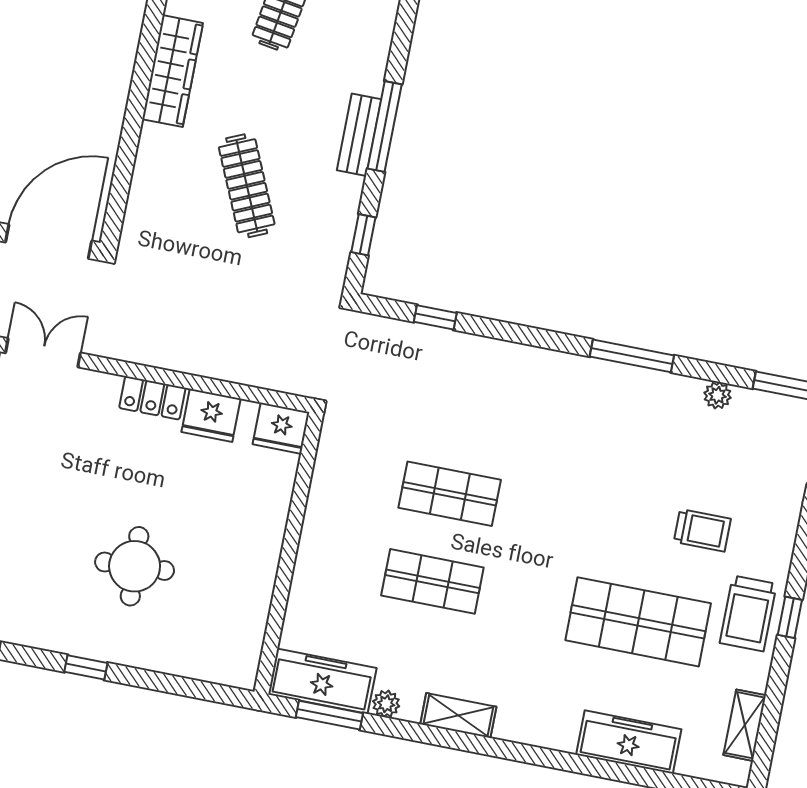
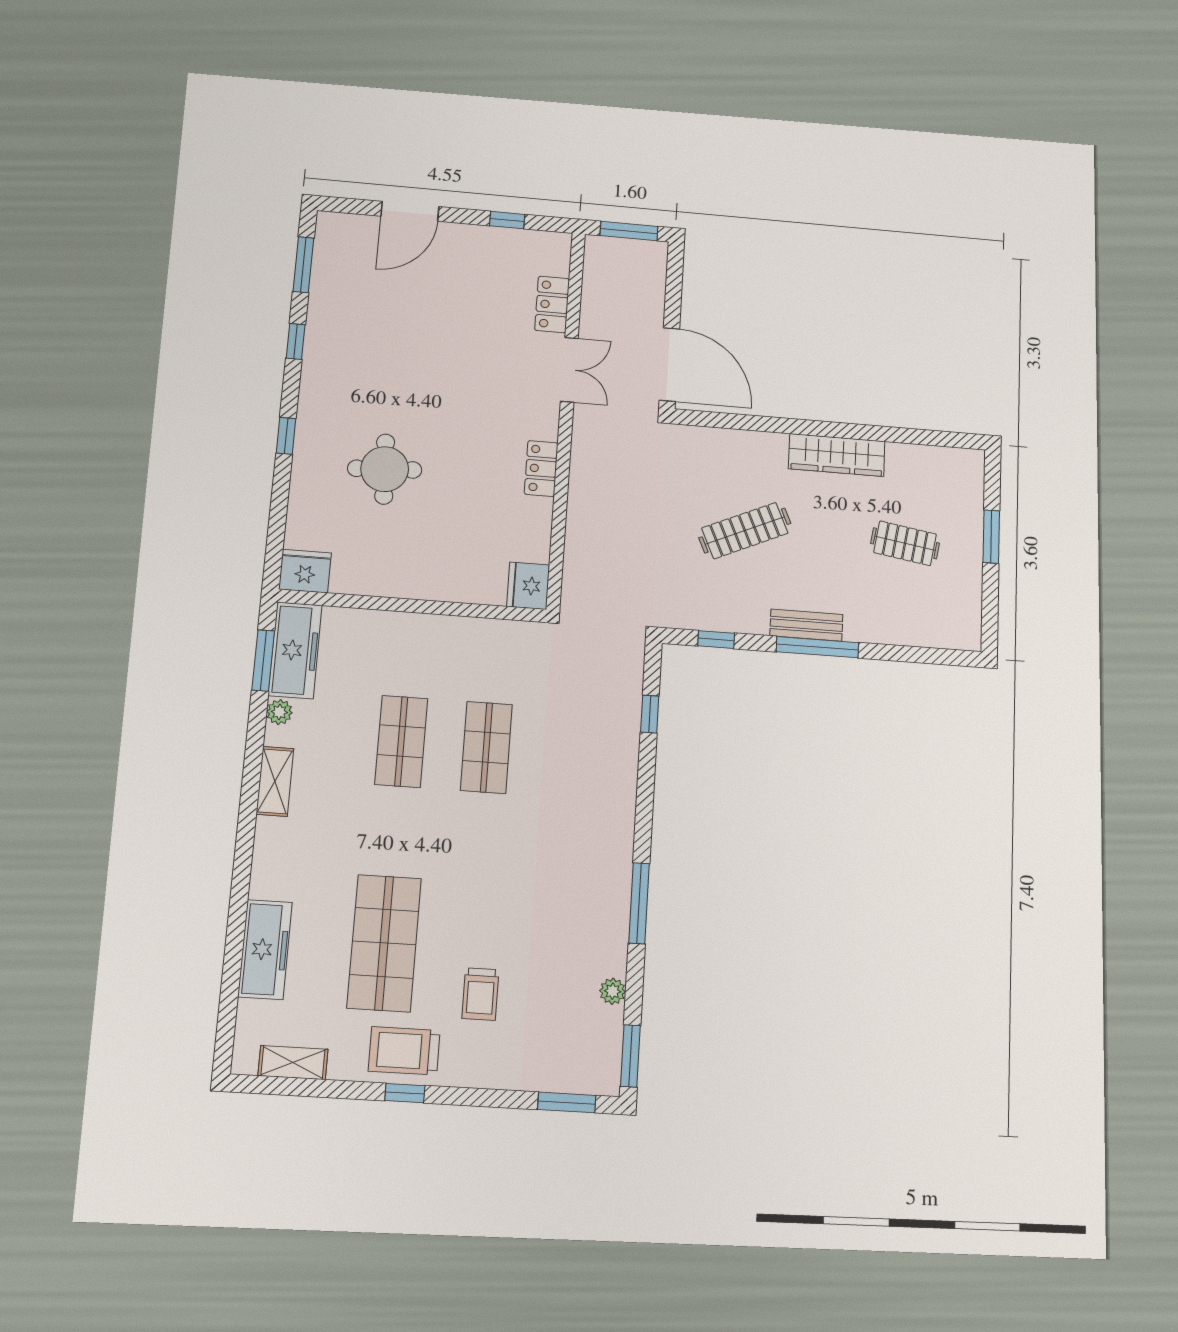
fridge: (211, 415) -> (305, 571), moved, turned 90

